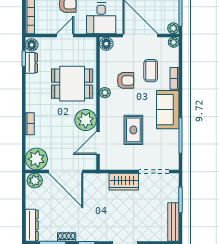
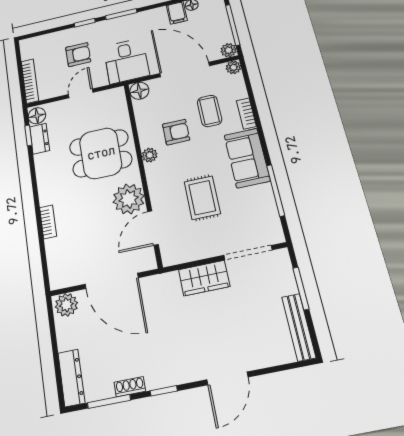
plant: (36, 159) -> (64, 271), removed

